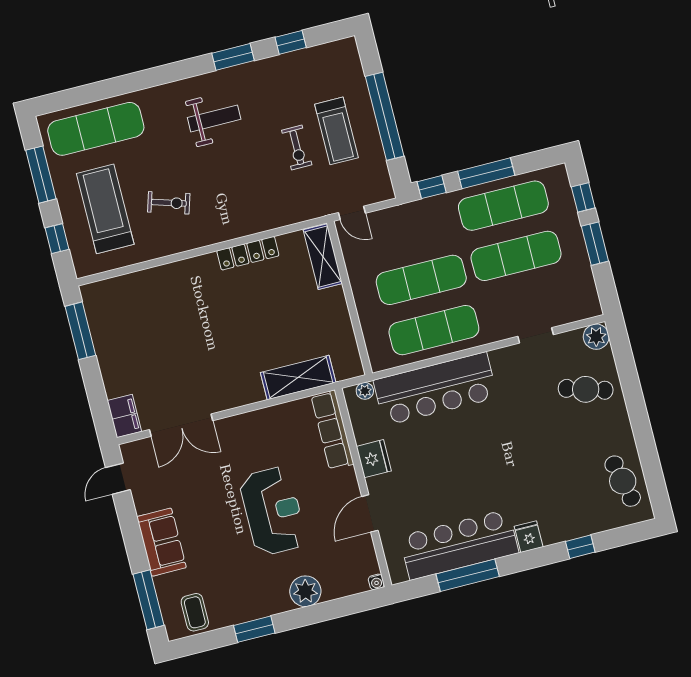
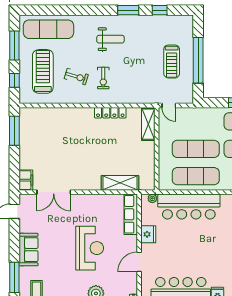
exercise bike: (297, 147) -> (103, 78), moved
window: (432, 187) -> (213, 103), removed

